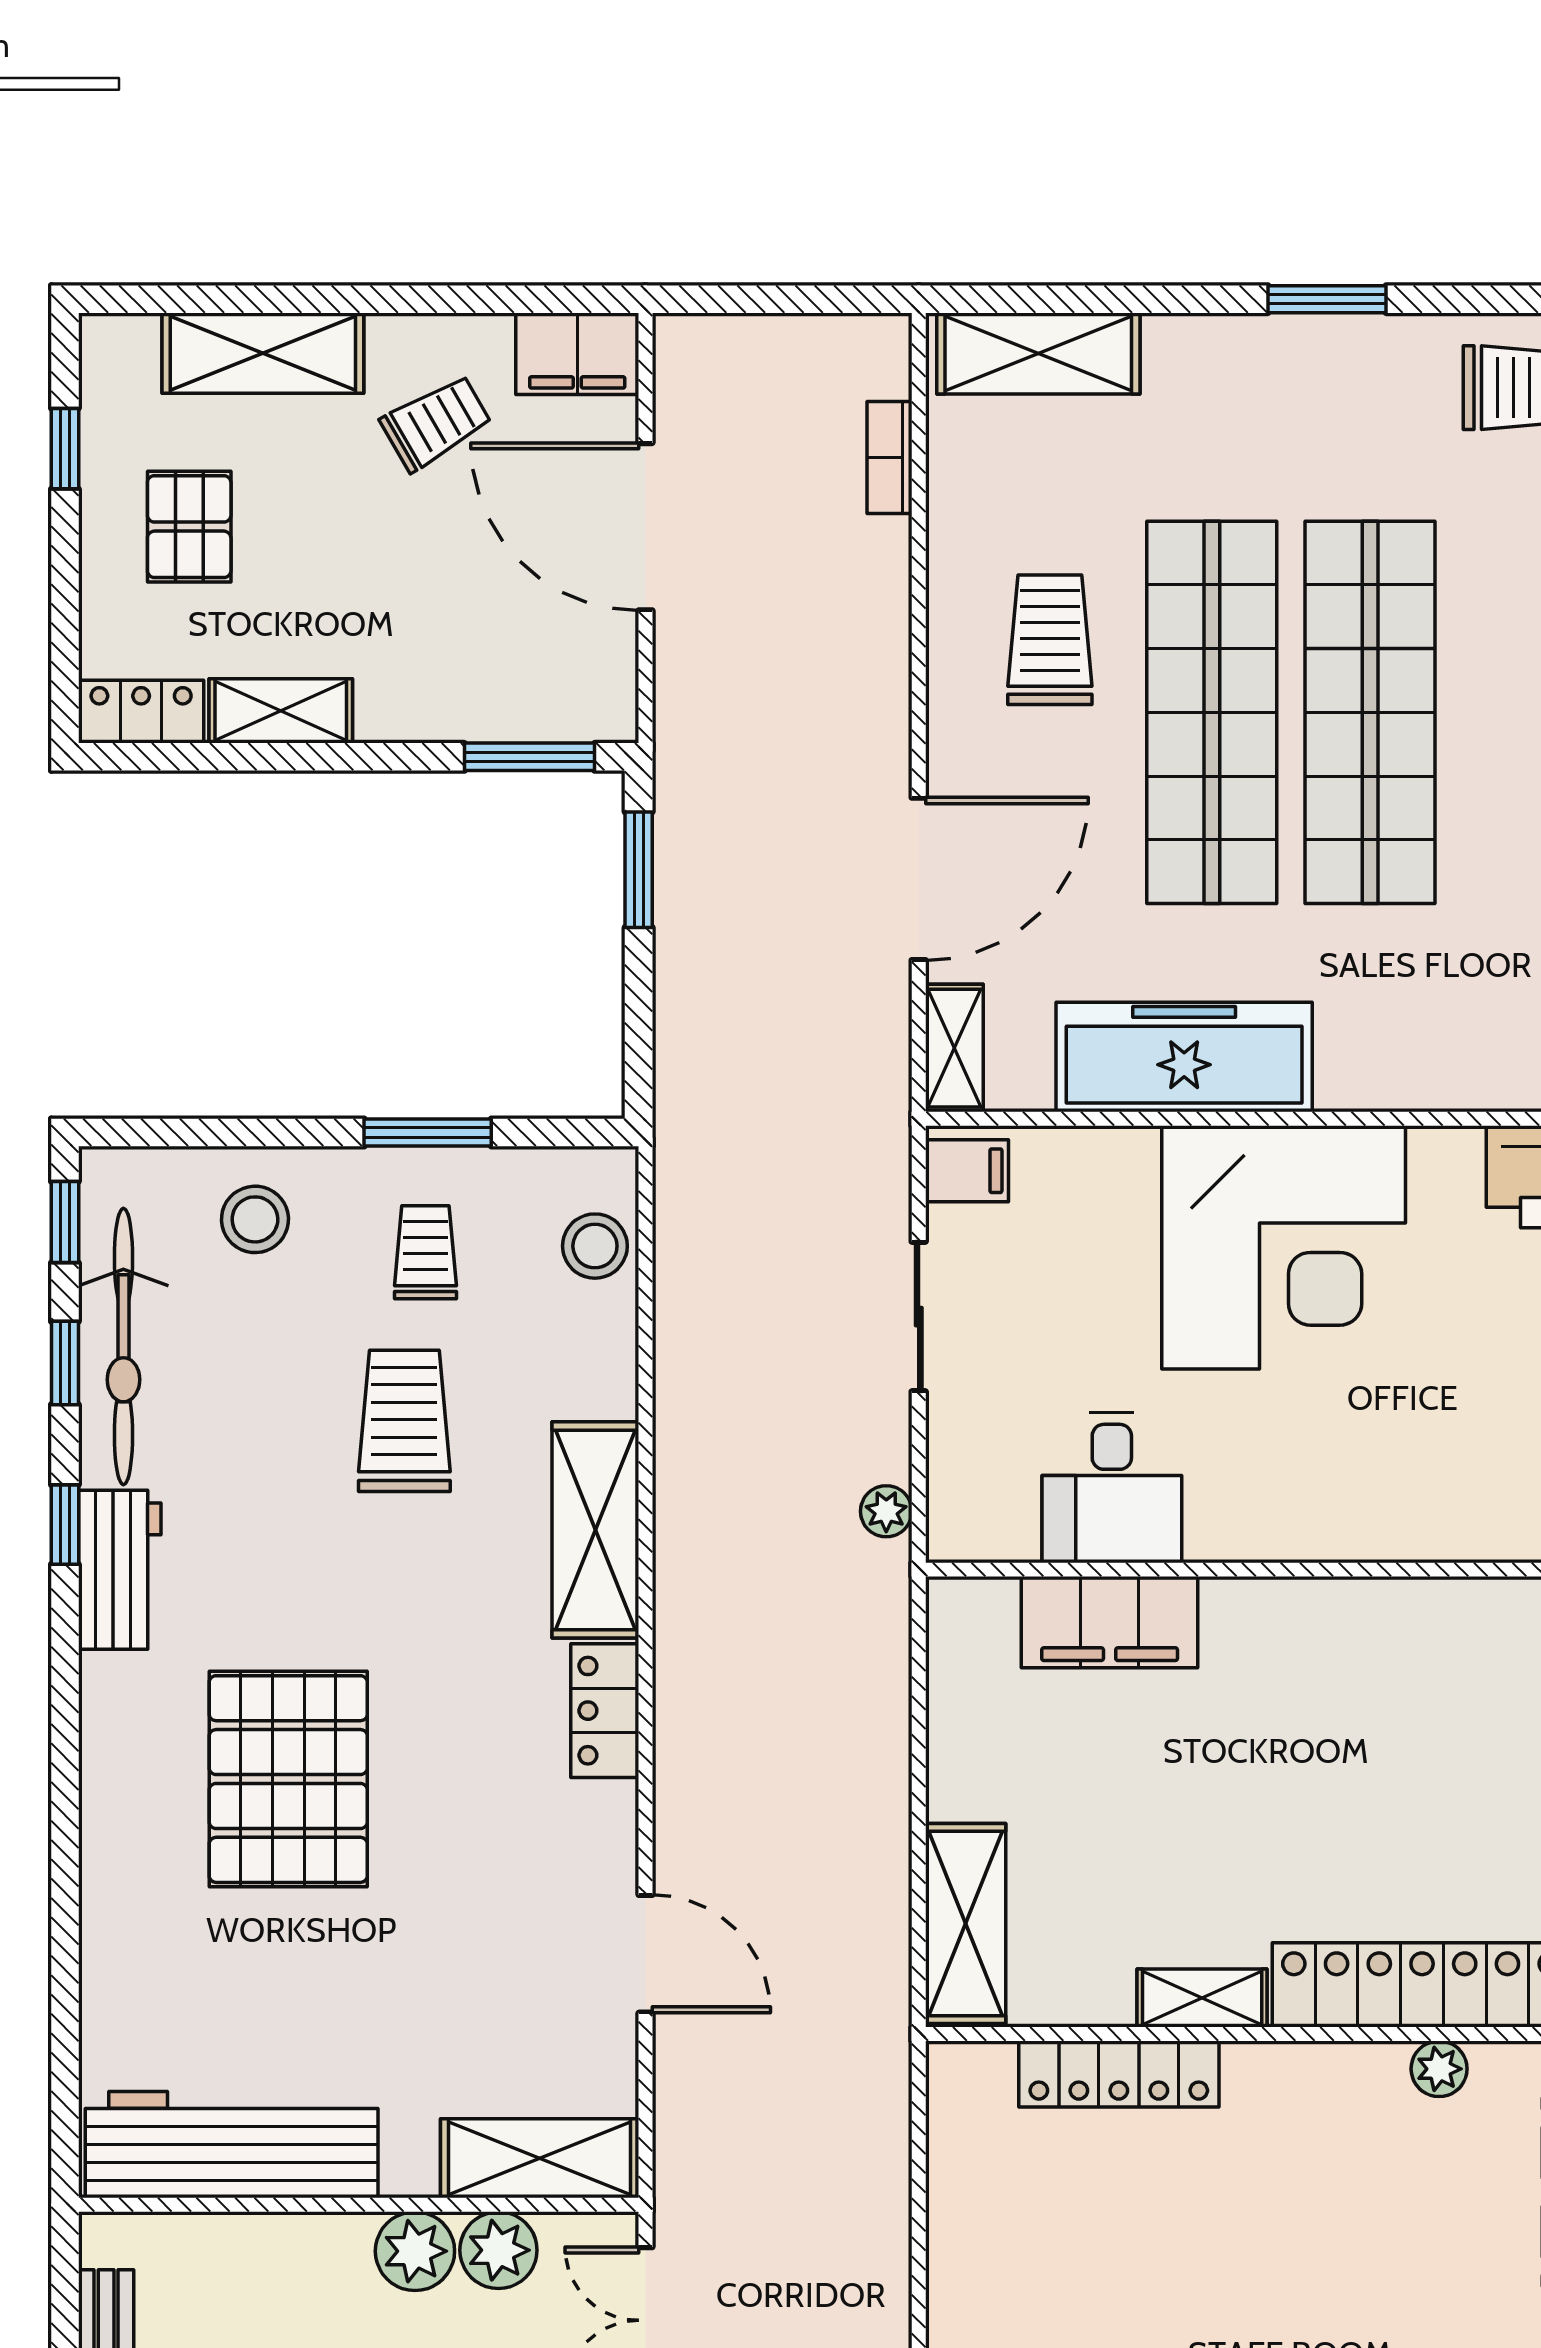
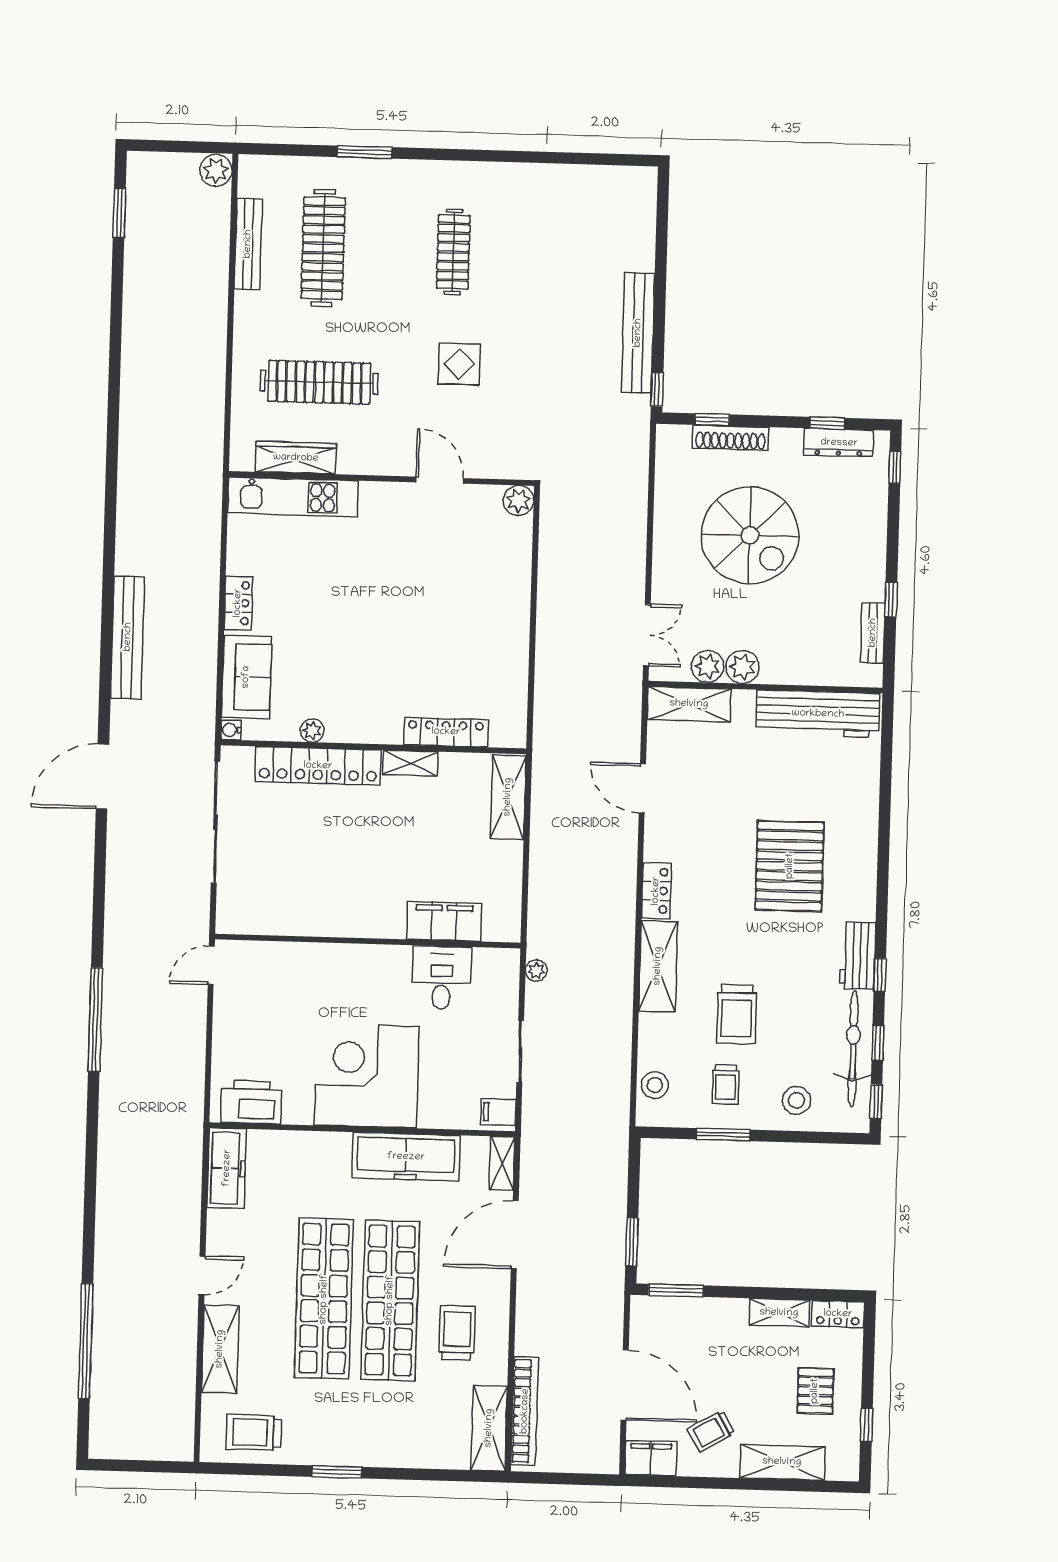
shelving: (1038, 353) -> (489, 1428), moved, turned 90
bookcase: (889, 457) -> (525, 1411), width x2.31, depth x1.31
trolley: (1050, 640) -> (457, 1333), turned 180

